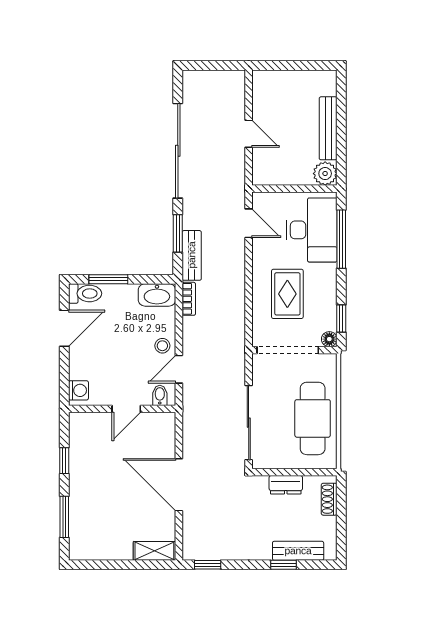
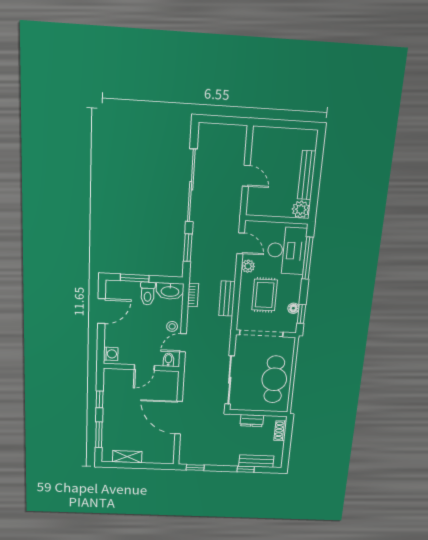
plant: (261, 254) -> (248, 266), added
bench: (192, 255) -> (227, 299), moved
toilet: (85, 293) -> (148, 293), moved, turned 90
floor lamp: (329, 339) -> (293, 308), moved
shelving: (154, 551) -> (127, 457), moved

